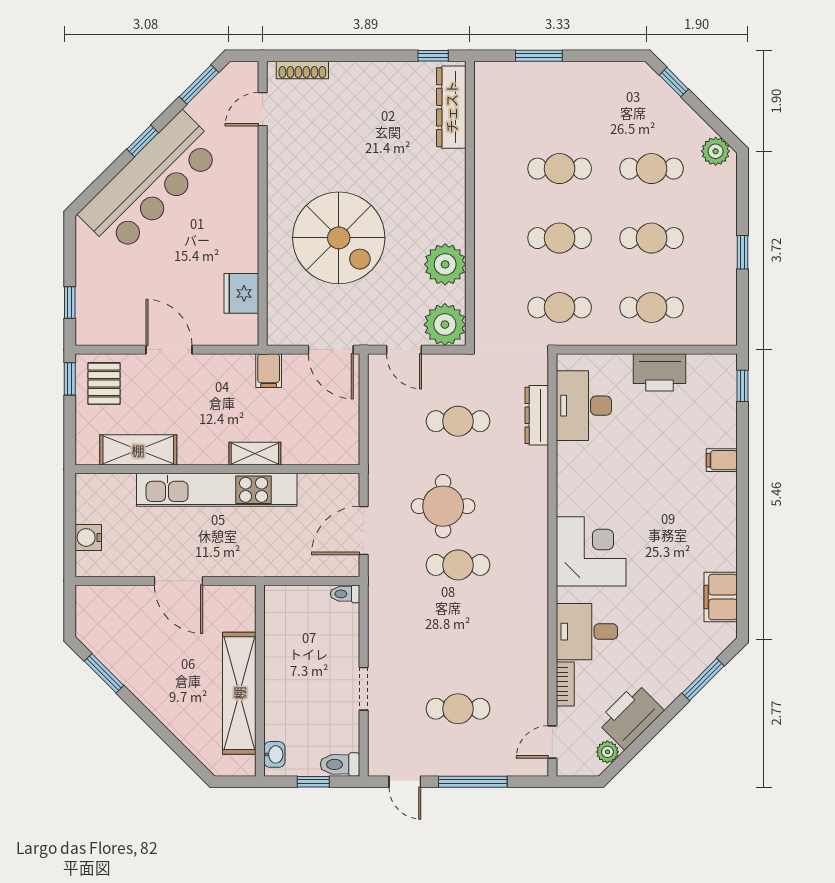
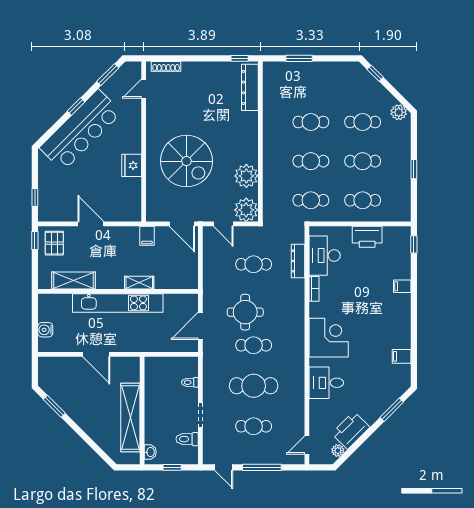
fridge: (241, 293) -> (132, 165), moved
toilet: (345, 594) -> (190, 382), moved
filing cabinet: (721, 597) -> (402, 356), width x0.50
cafe table: (458, 637) -> (254, 386), added
bookcase: (565, 684) -> (314, 289), moved
toilet: (340, 764) -> (187, 439), moved

